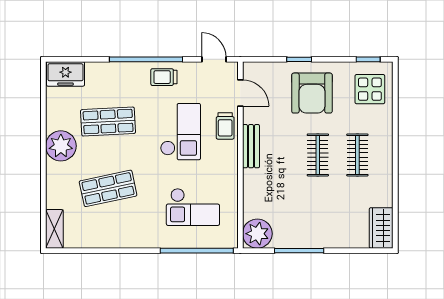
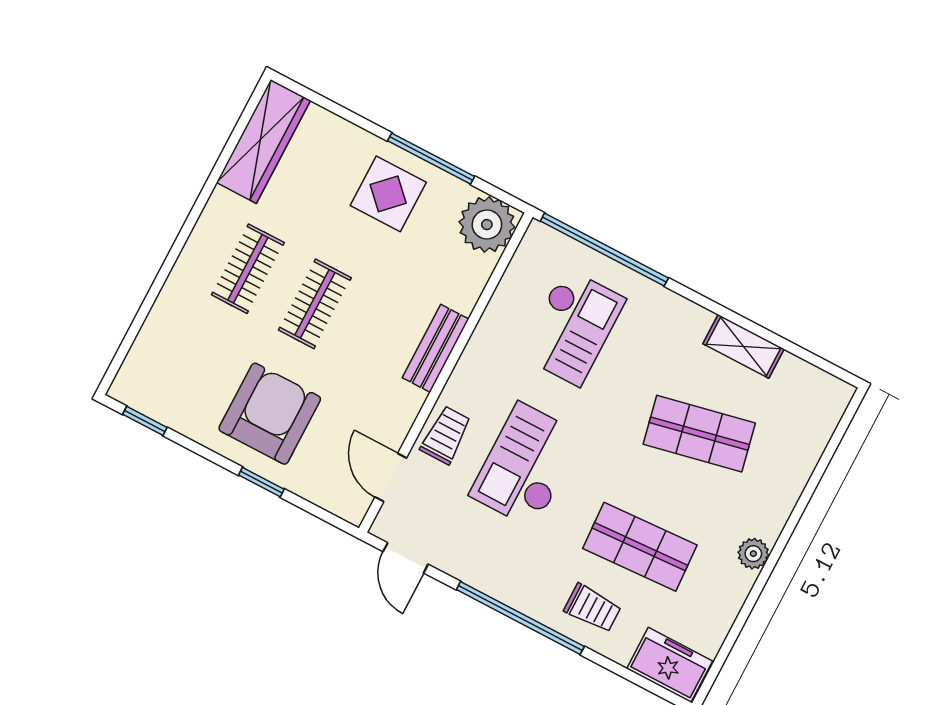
trolley: (164, 77) -> (593, 608), moved
display table: (370, 89) -> (388, 194), moved
plant: (61, 146) -> (753, 554), width x0.53, depth x0.53
bench: (251, 146) -> (436, 348), moved
checkout: (193, 207) -> (572, 327), turned 90
wardrobe: (381, 228) -> (263, 141), width x1.50
shelving: (54, 229) -> (743, 346), moved, turned 90

